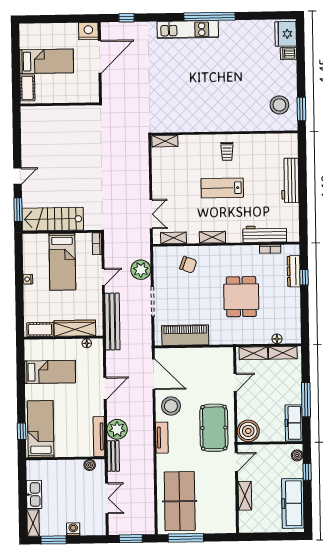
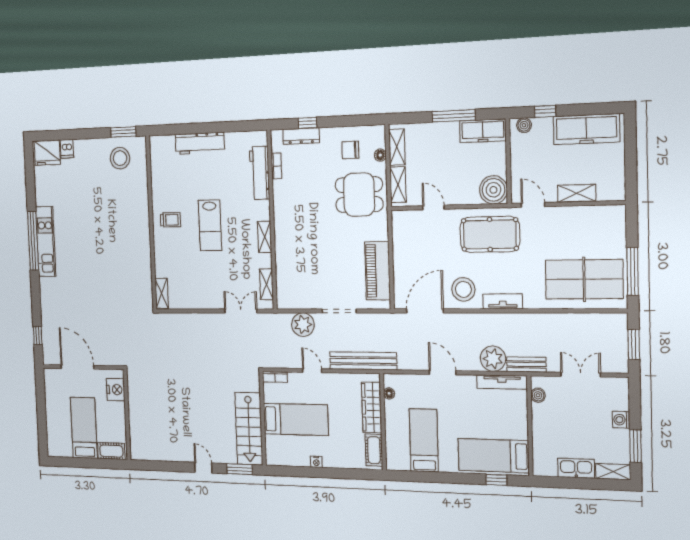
kitchen unit: (188, 29) -> (46, 242), moved
nightstand: (88, 31) -> (116, 390), moved, turned 180
chair: (188, 265) -> (350, 150), moved, turned -110
dining table: (241, 297) -> (359, 195), moved

